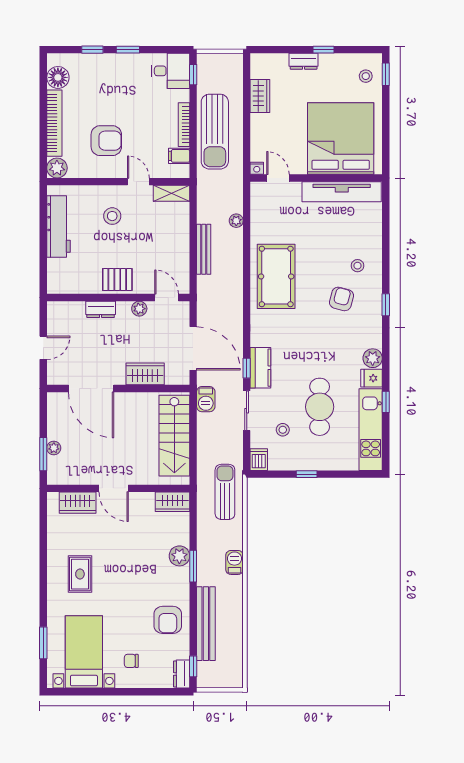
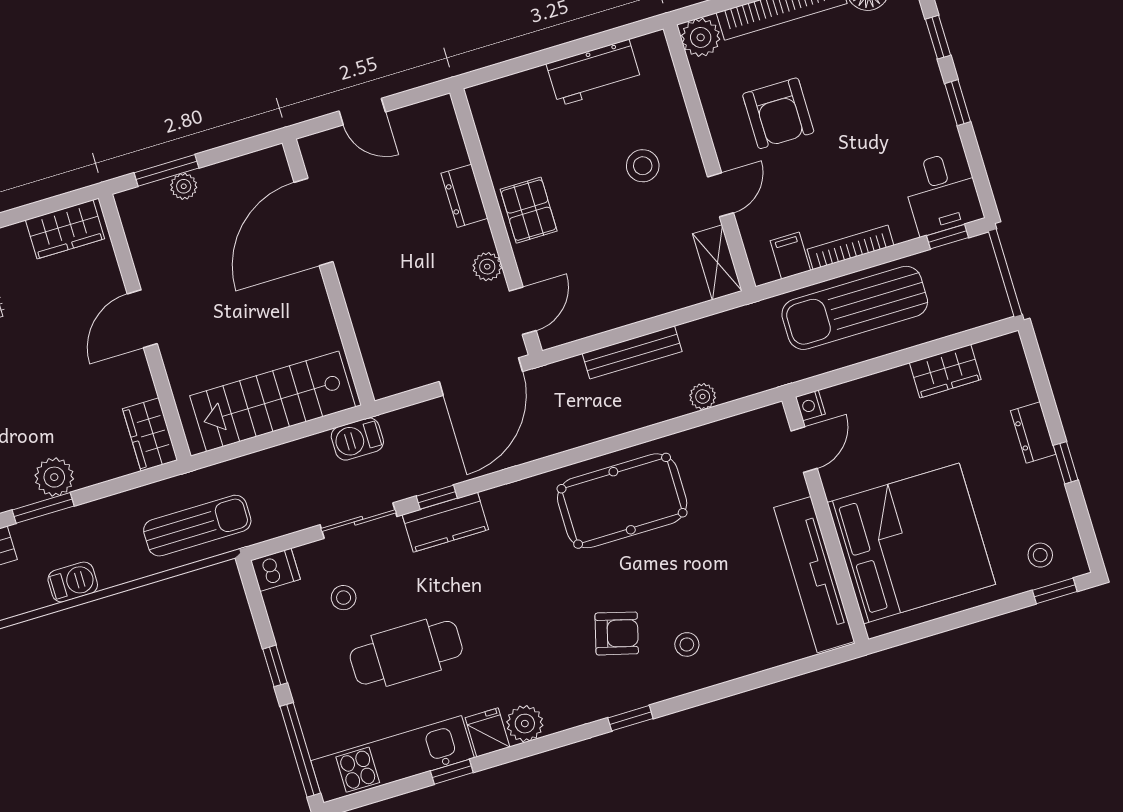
workbench: (59, 226) -> (594, 73), width x0.73
door: (193, 348) -> (481, 377), moved
wardrobe: (145, 374) -> (370, 313), removed
window: (352, 474) -> (300, 750), added
wardrobe: (78, 503) -> (65, 229), moved, turned -90

